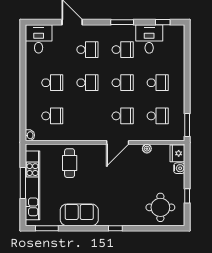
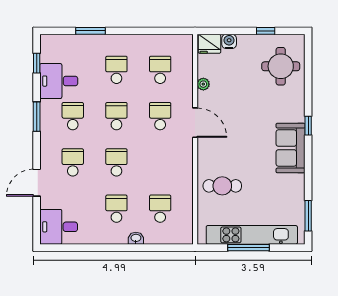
window: (187, 125) -> (91, 31), moved
washbasin: (30, 135) -> (136, 238), moved
sofa: (79, 215) -> (291, 148), moved

